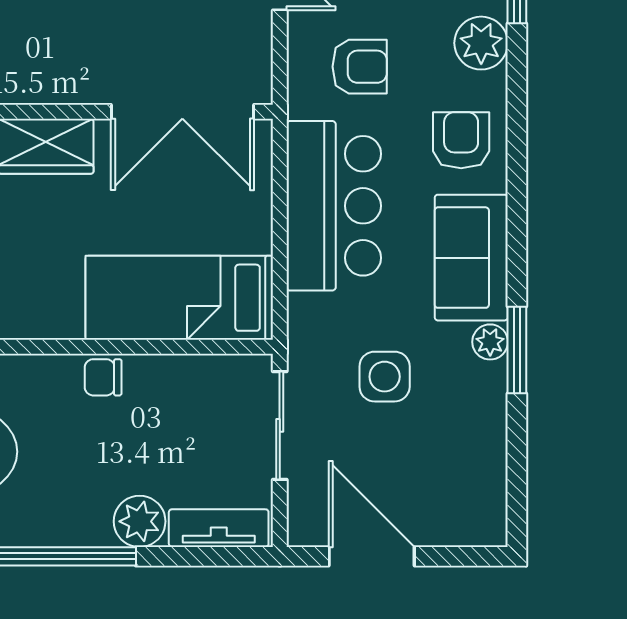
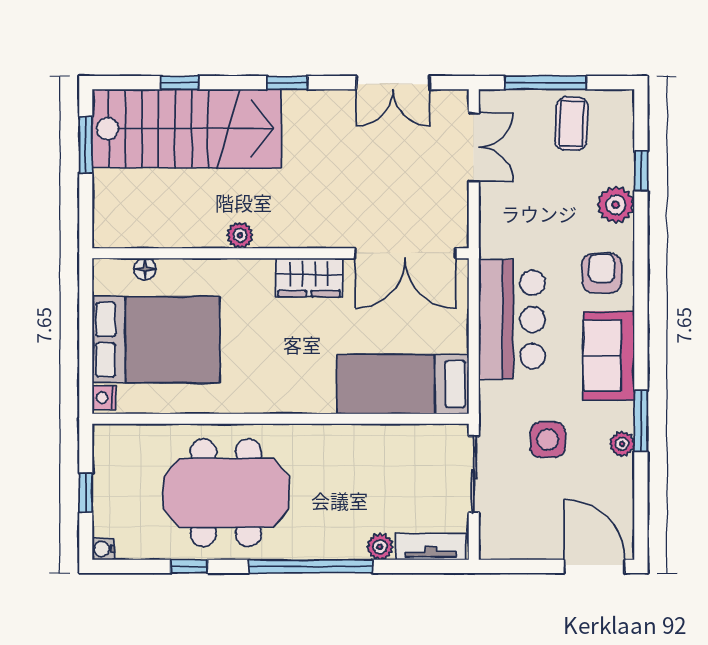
armchair: (360, 67) -> (530, 221), removed
plant: (490, 342) -> (622, 444), moved
chair: (103, 377) -> (349, 440), removed
plant: (140, 521) -> (380, 547), width x0.73, depth x0.73
door: (372, 556) -> (594, 566), moved

